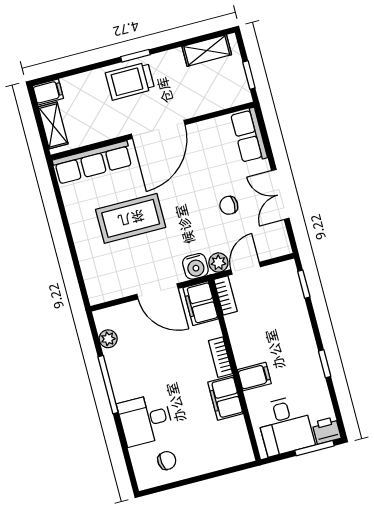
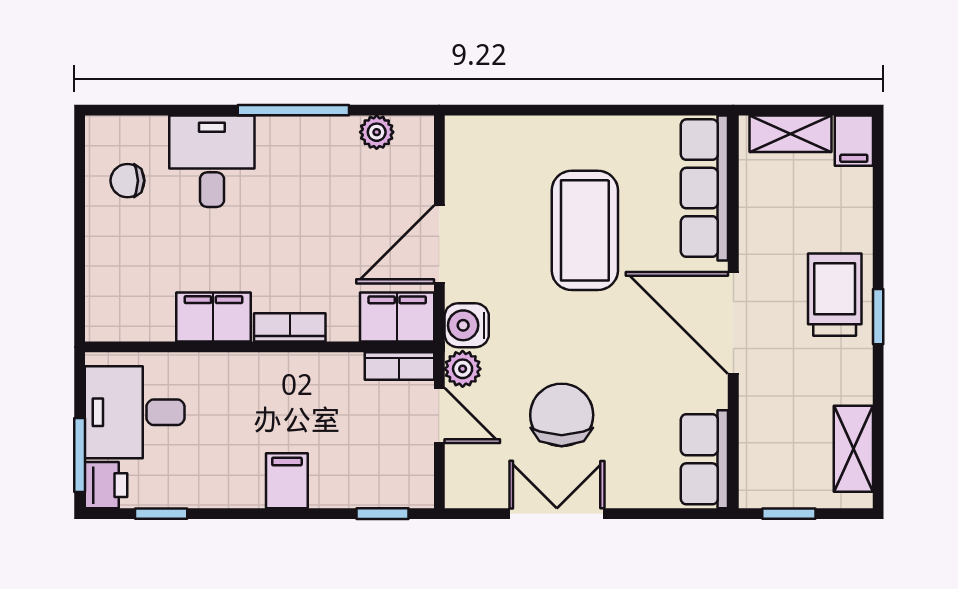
row of seats: (249, 136) -> (704, 459), moved, turned -90
chair: (229, 205) -> (562, 415), width x1.87, depth x1.87
window: (325, 364) -> (161, 514), moved
filing cabinet: (254, 377) -> (287, 481), moved, turned 180
chair: (167, 461) -> (127, 181), turned 98

